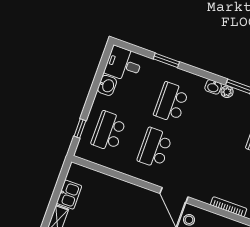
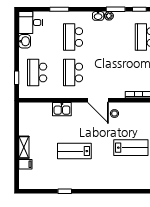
kitchen sink: (69, 195) -> (62, 109), moved, turned 90

